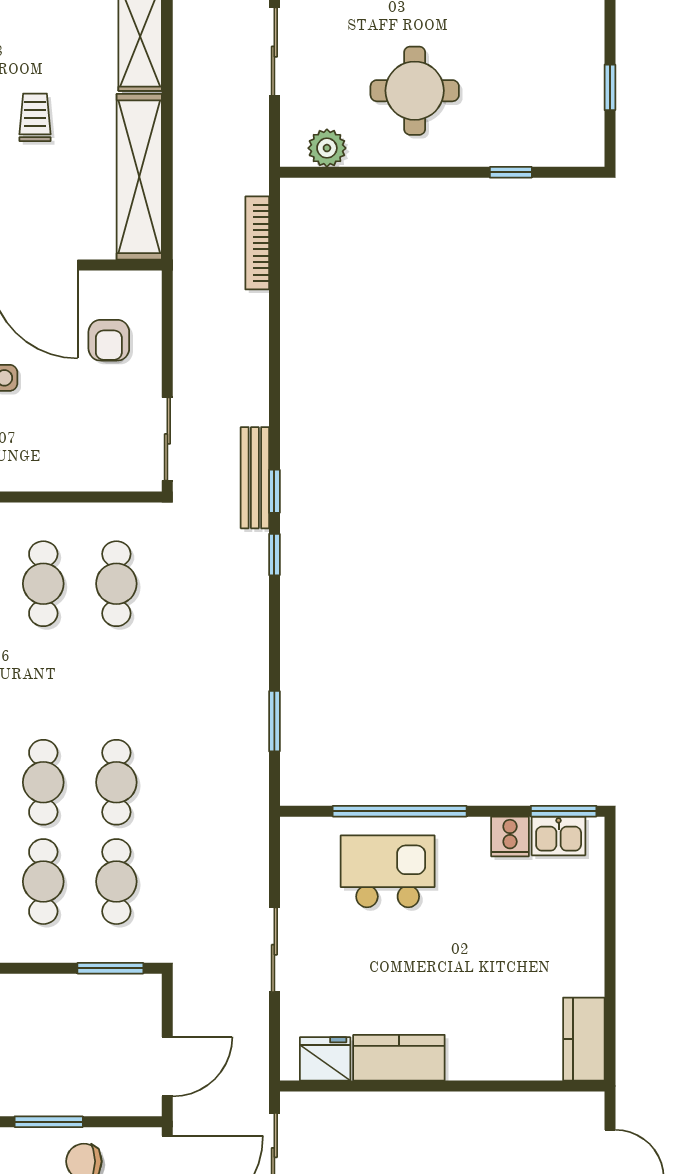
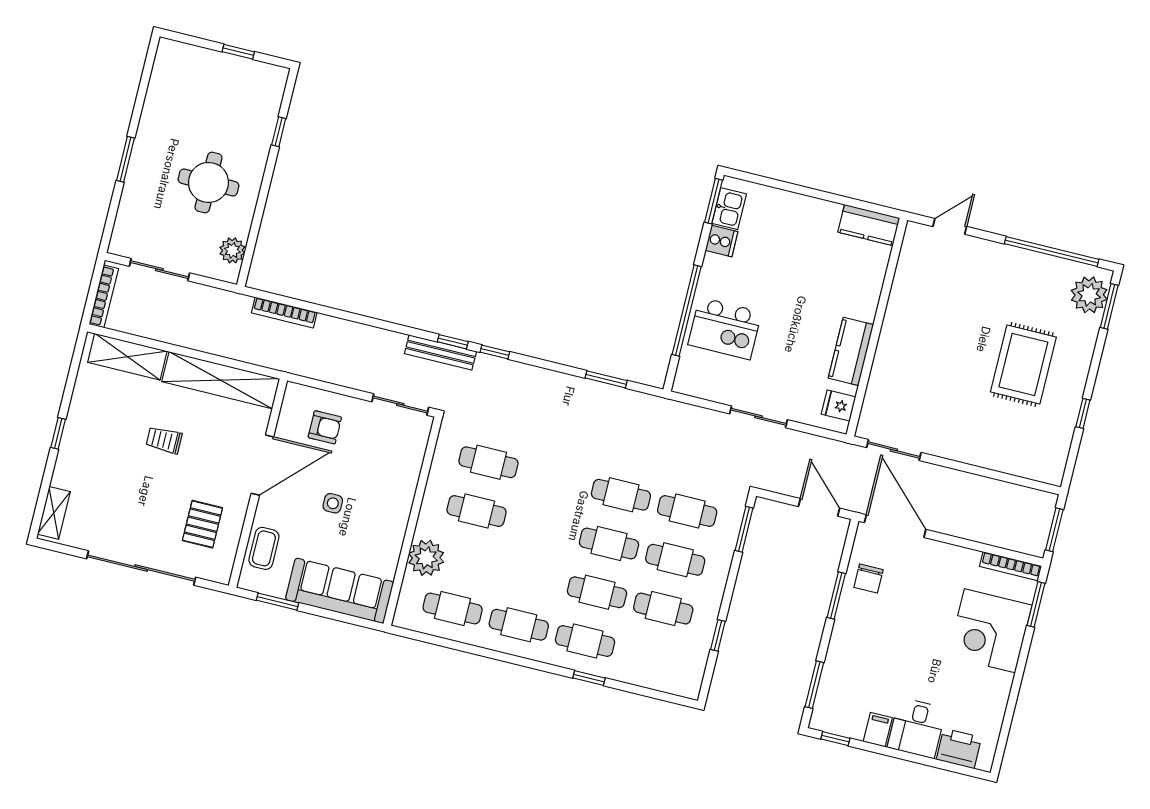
kitchen island: (388, 871) -> (725, 328), turned -90
fridge: (325, 1059) -> (839, 406), width x0.72

